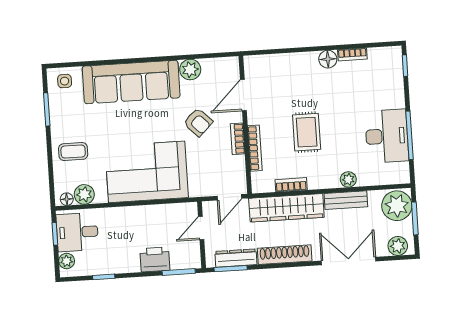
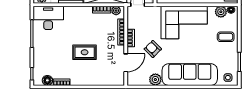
floor lamp: (328, 59) -> (47, 80), moved
rug: (307, 132) -> (85, 52), moved, turned 90
desk: (387, 136) -> (48, 18), moved, turned 90
plant: (348, 179) -> (116, 11), moved

